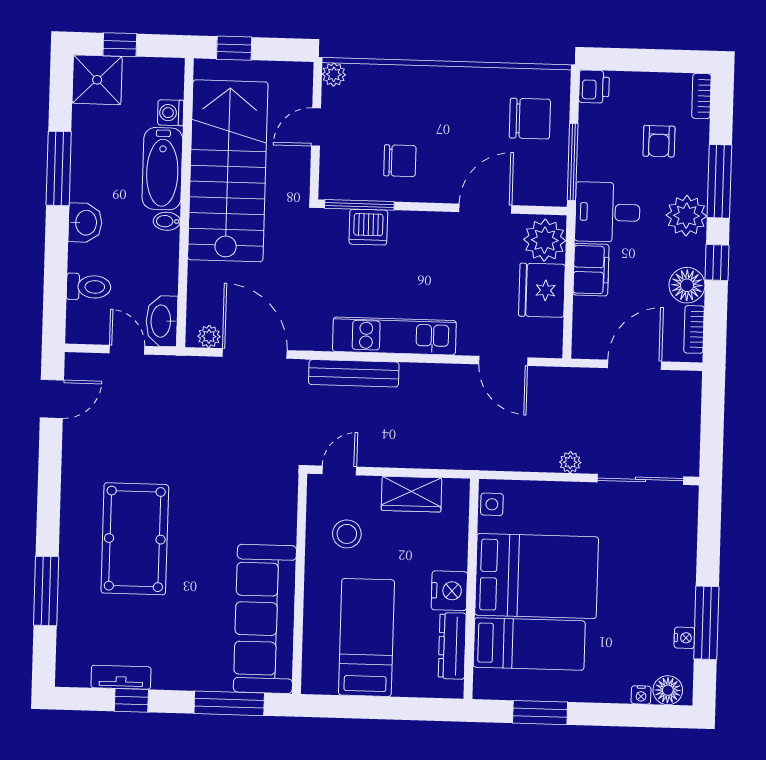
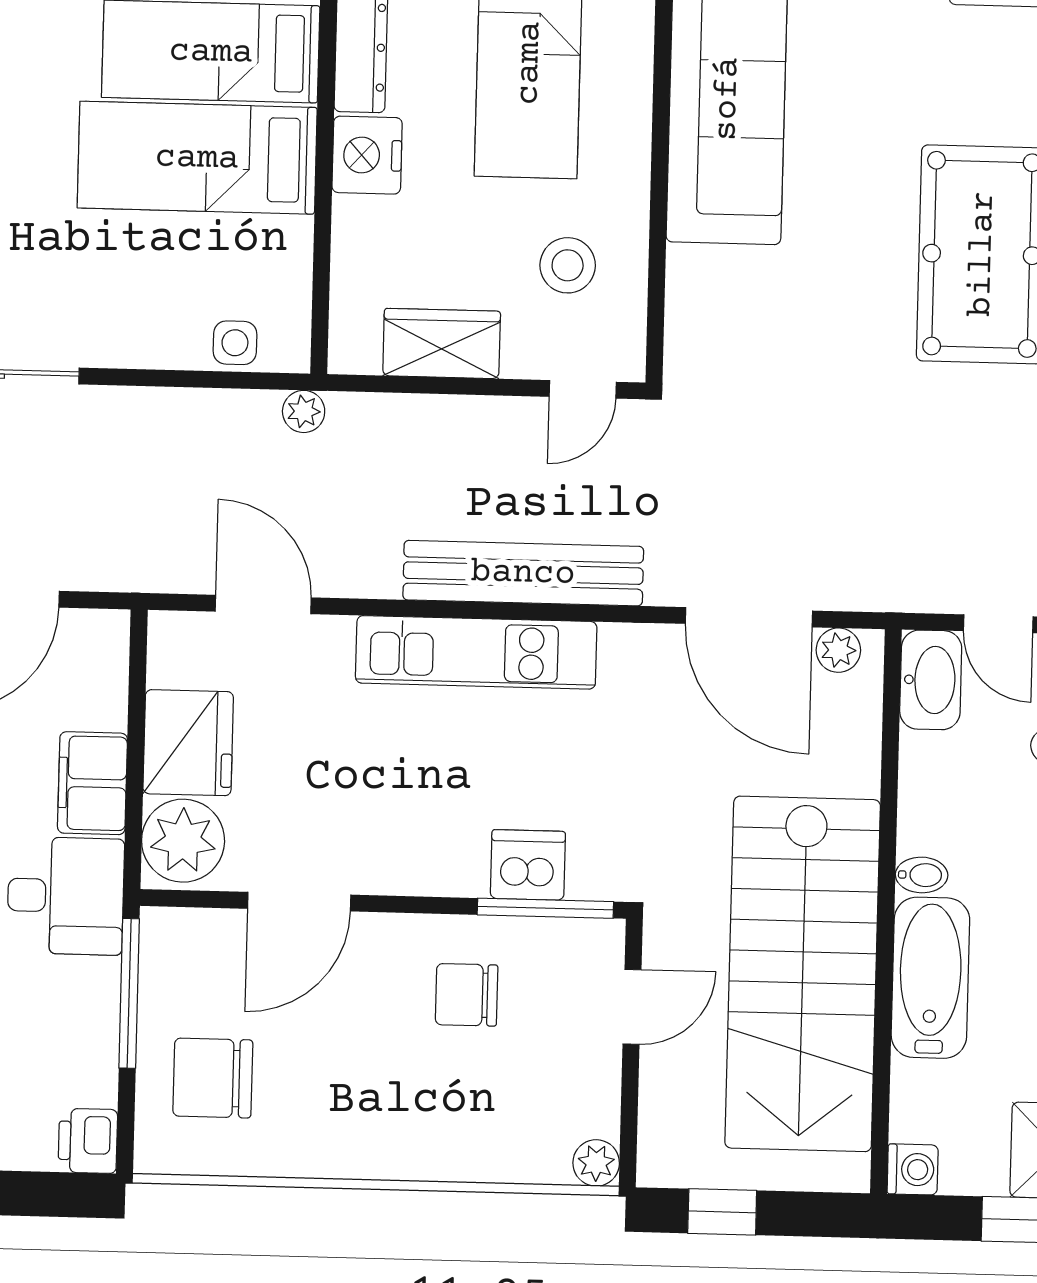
window: (234, 48) -> (722, 1212), moved
washing machine: (171, 113) -> (913, 1169), moved
door: (316, 127) -> (632, 1007), moved
bench: (354, 373) -> (523, 573), width x1.37, depth x1.21
plant: (570, 462) -> (304, 411), moved
side table: (492, 504) -> (235, 343), moved
bed: (537, 576) -> (197, 158), width x0.67

